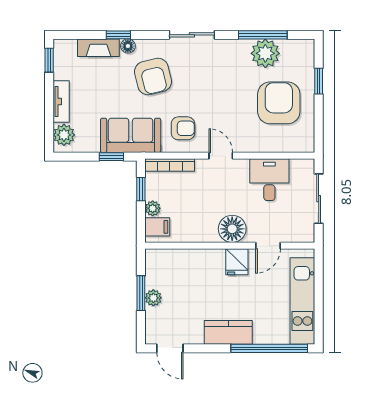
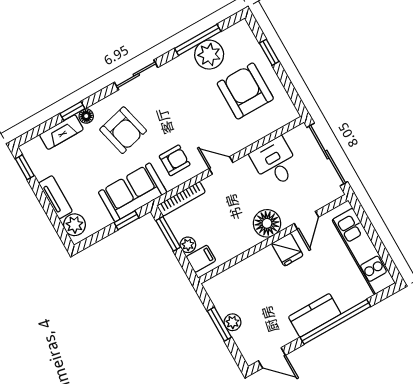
window: (141, 189) -> (168, 234), width x1.50
sliding door: (319, 199) -> (327, 155), width x1.37
window: (269, 348) -> (335, 322), moved

